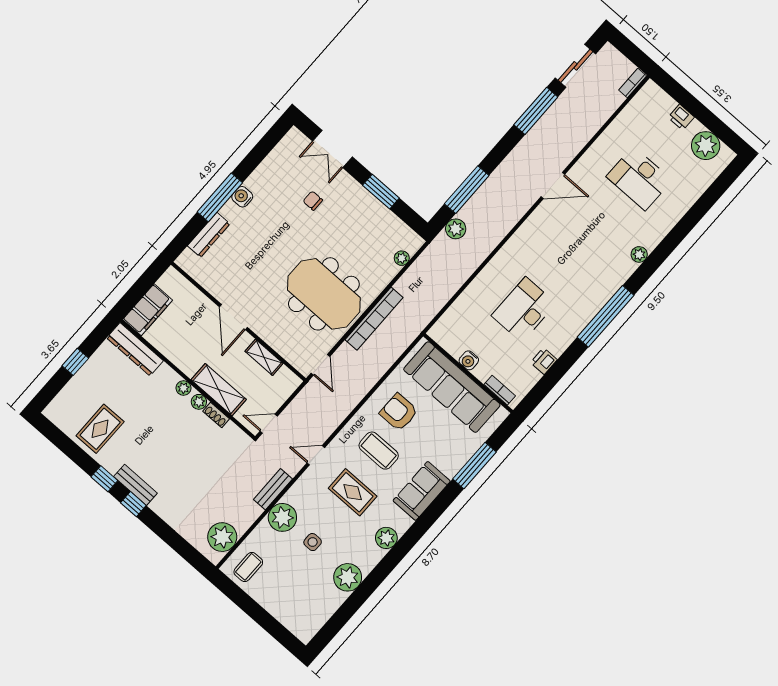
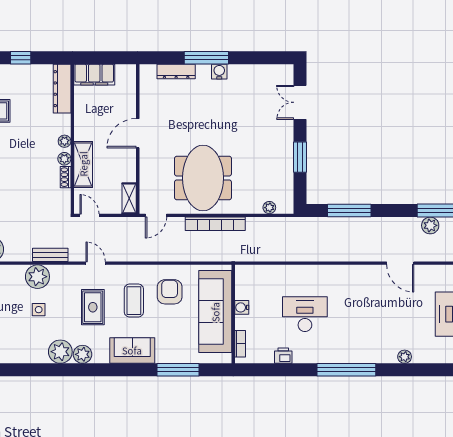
chair: (313, 201) -> (256, 119), removed
plant: (456, 229) -> (430, 225), moved
shelving: (264, 357) -> (129, 198), moved
plant: (348, 577) -> (60, 352), moved

